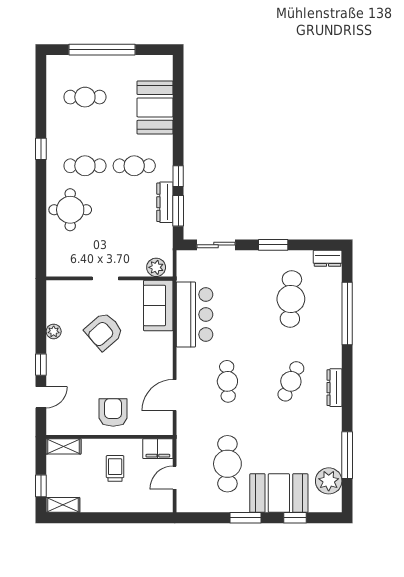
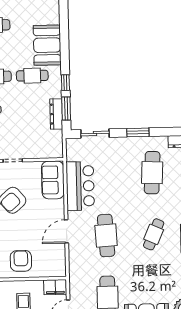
booth: (155, 107) -> (47, 45), moved
dresser: (165, 202) -> (56, 114), moved
plant: (156, 267) -> (51, 151), removed
cafe table: (227, 381) -> (106, 236), width x1.37, depth x1.35
door: (175, 395) -> (66, 231), moved

